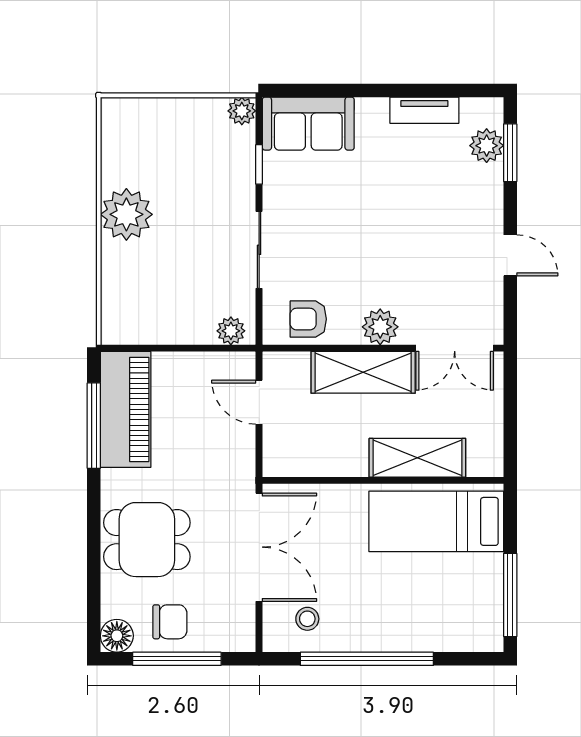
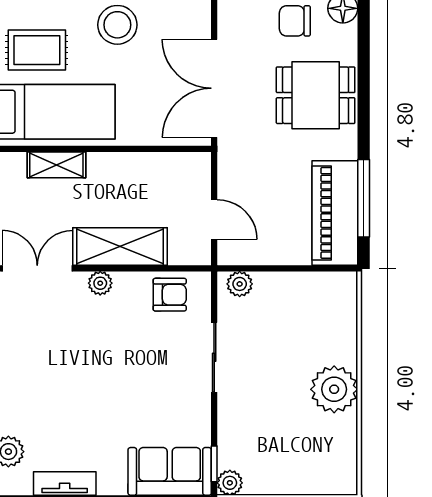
window: (259, 164) -> (214, 464), moved
plant: (380, 327) -> (100, 283), width x0.73, depth x0.73
shelving: (417, 458) -> (56, 165), width x0.67, depth x0.75
rug: (455, 590) -> (37, 50), added
stool: (307, 619) -> (117, 25), moved, width x1.89, depth x1.89

